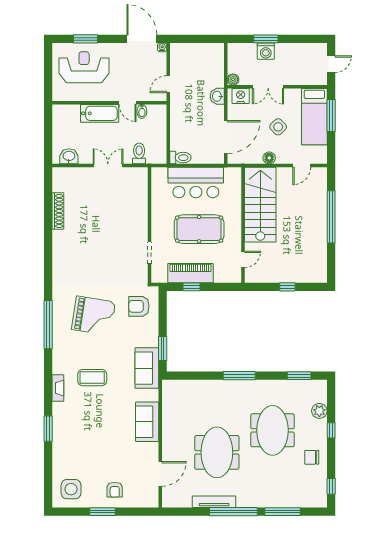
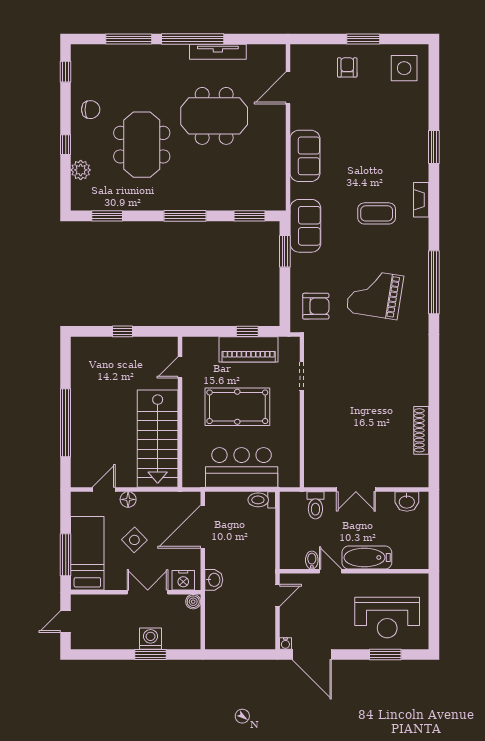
floor lamp: (269, 158) -> (128, 499), moved
window: (190, 376) -> (250, 216), added
meeting table: (217, 452) -> (214, 116), turned 90

